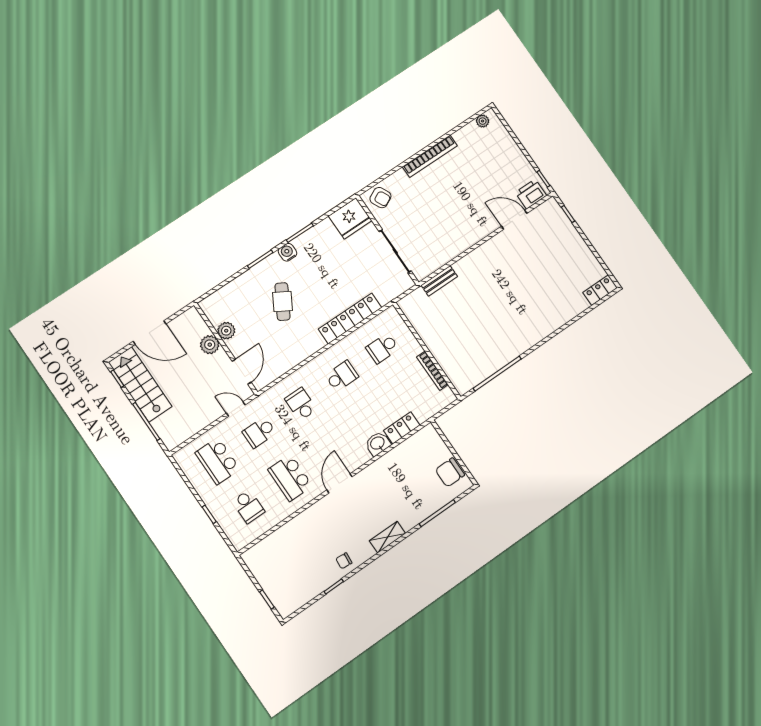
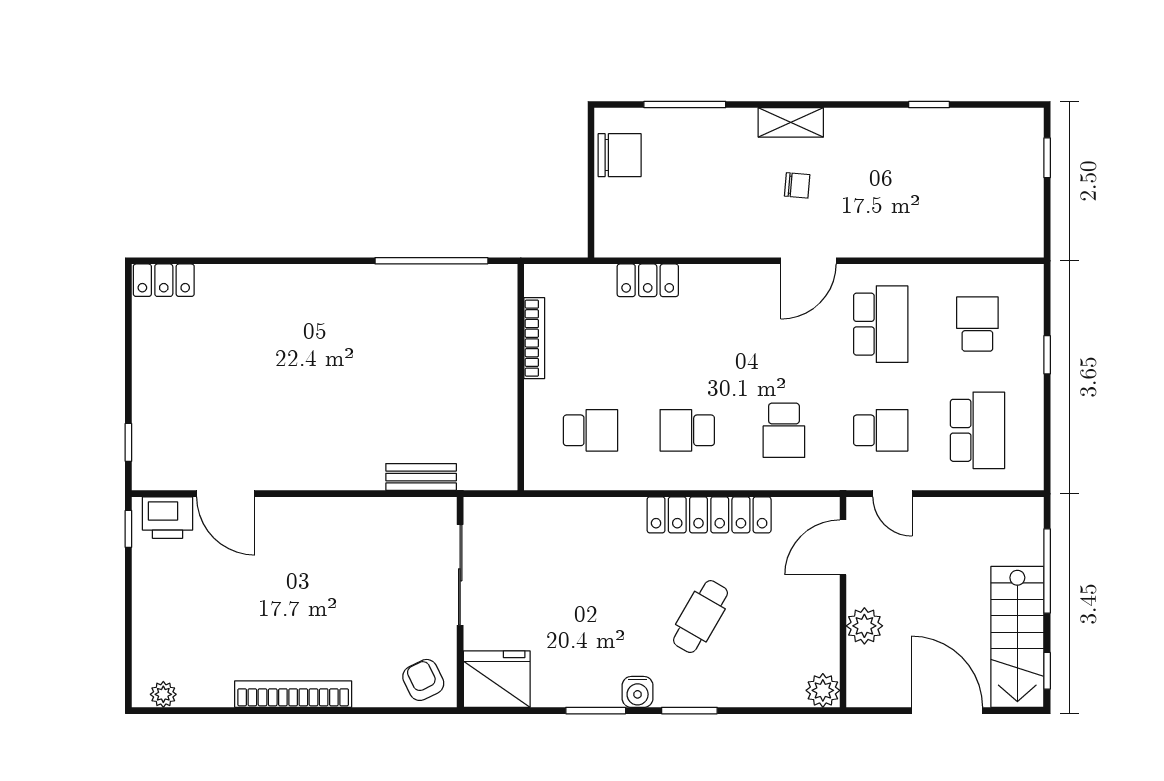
locker: (350, 318) -> (709, 515), moved
plant: (226, 331) -> (823, 690), moved
washbasin: (378, 443) -> (704, 282), removed
chair: (344, 561) -> (797, 185), moved

